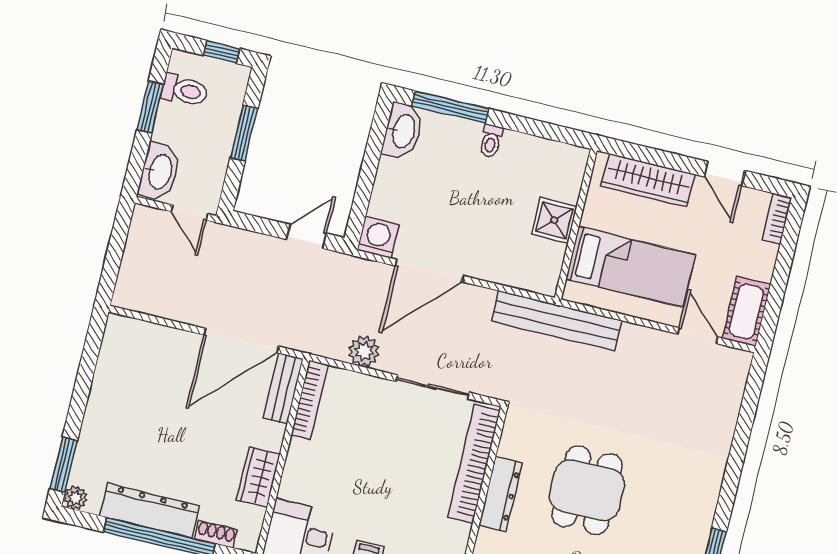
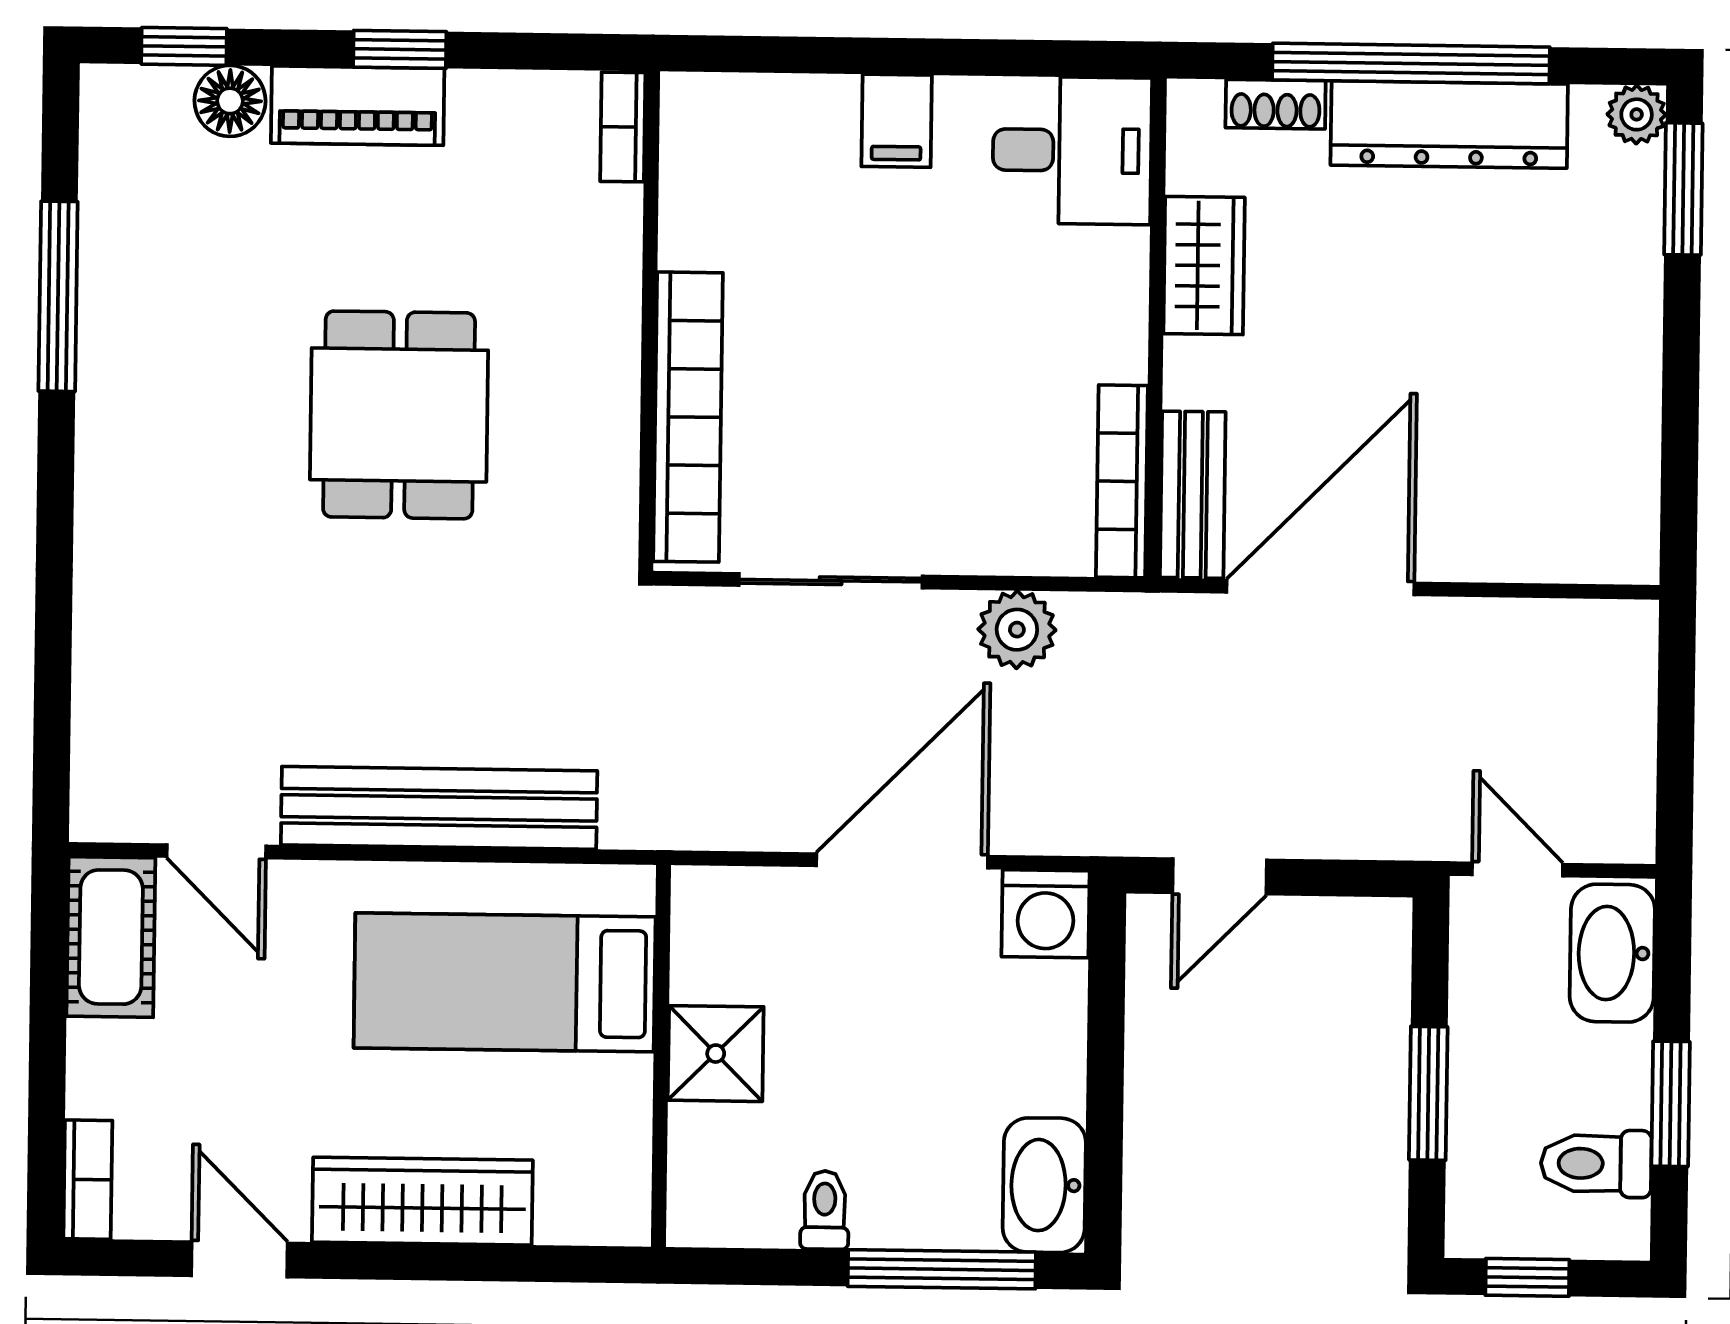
shower: (554, 220) -> (716, 1054), moved
wall: (576, 224) -> (661, 1056), moved
bed: (631, 267) -> (505, 982), moved
bench: (557, 321) -> (439, 808), moved
dresser: (501, 494) -> (607, 359), removed

